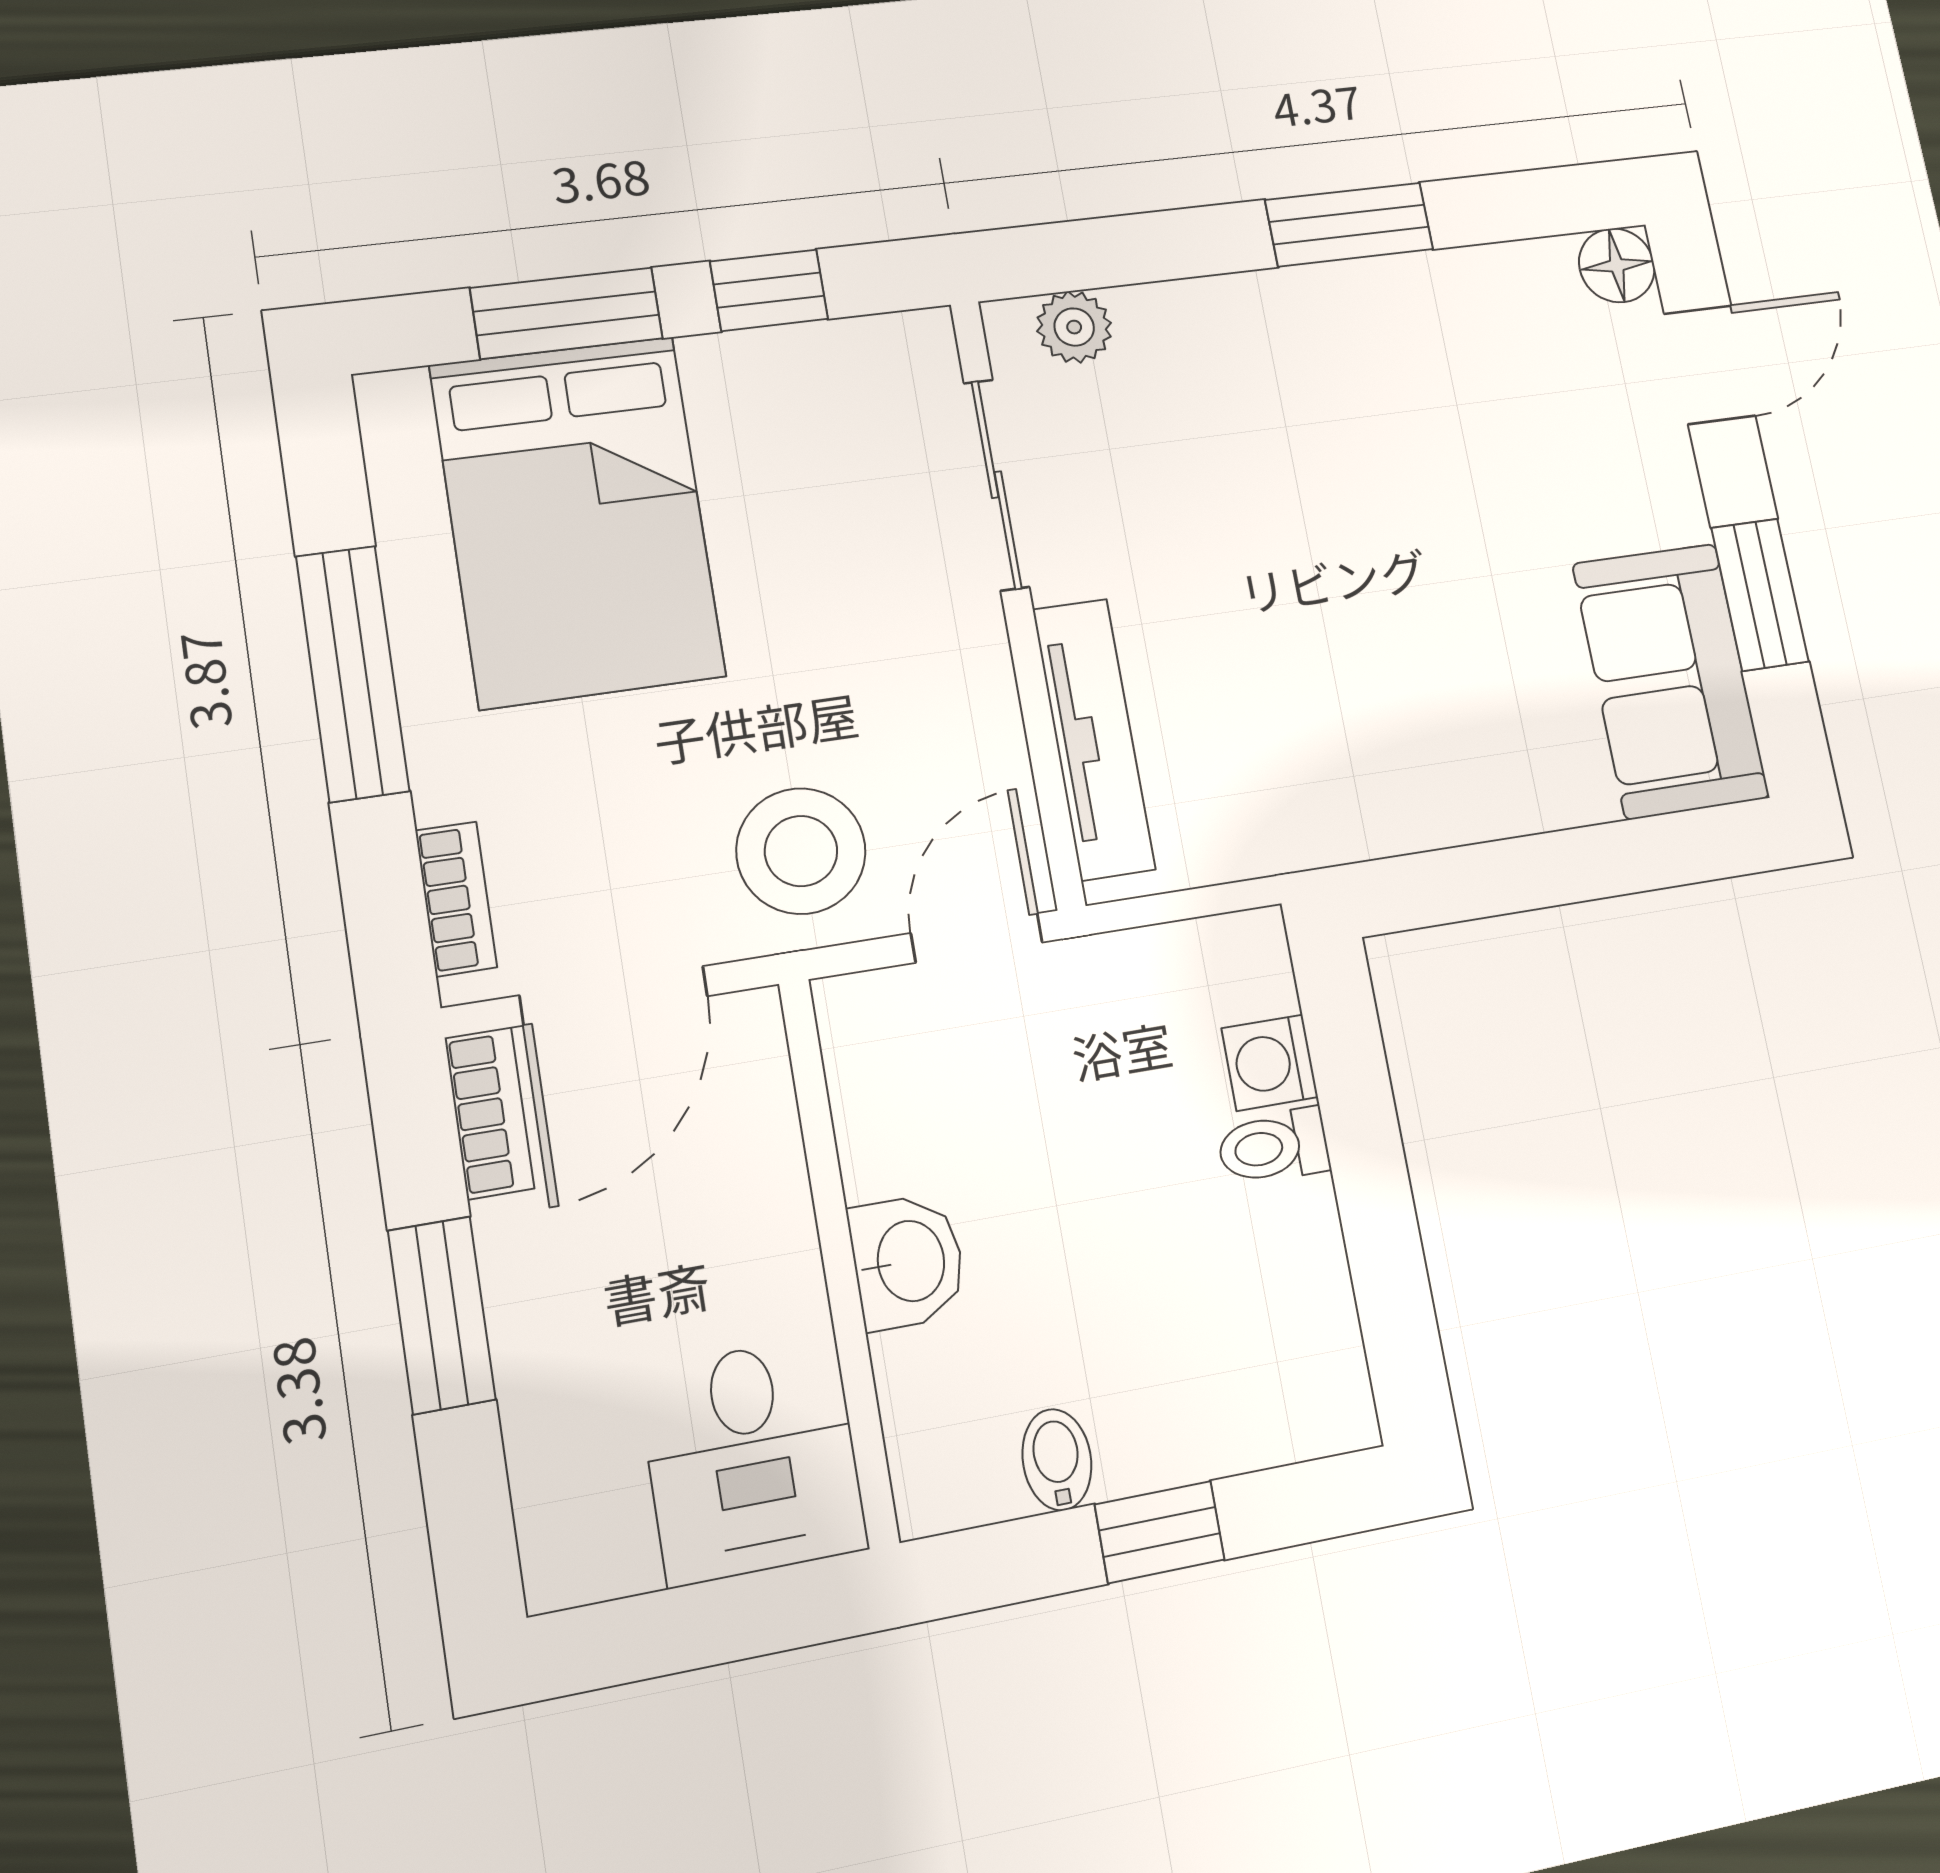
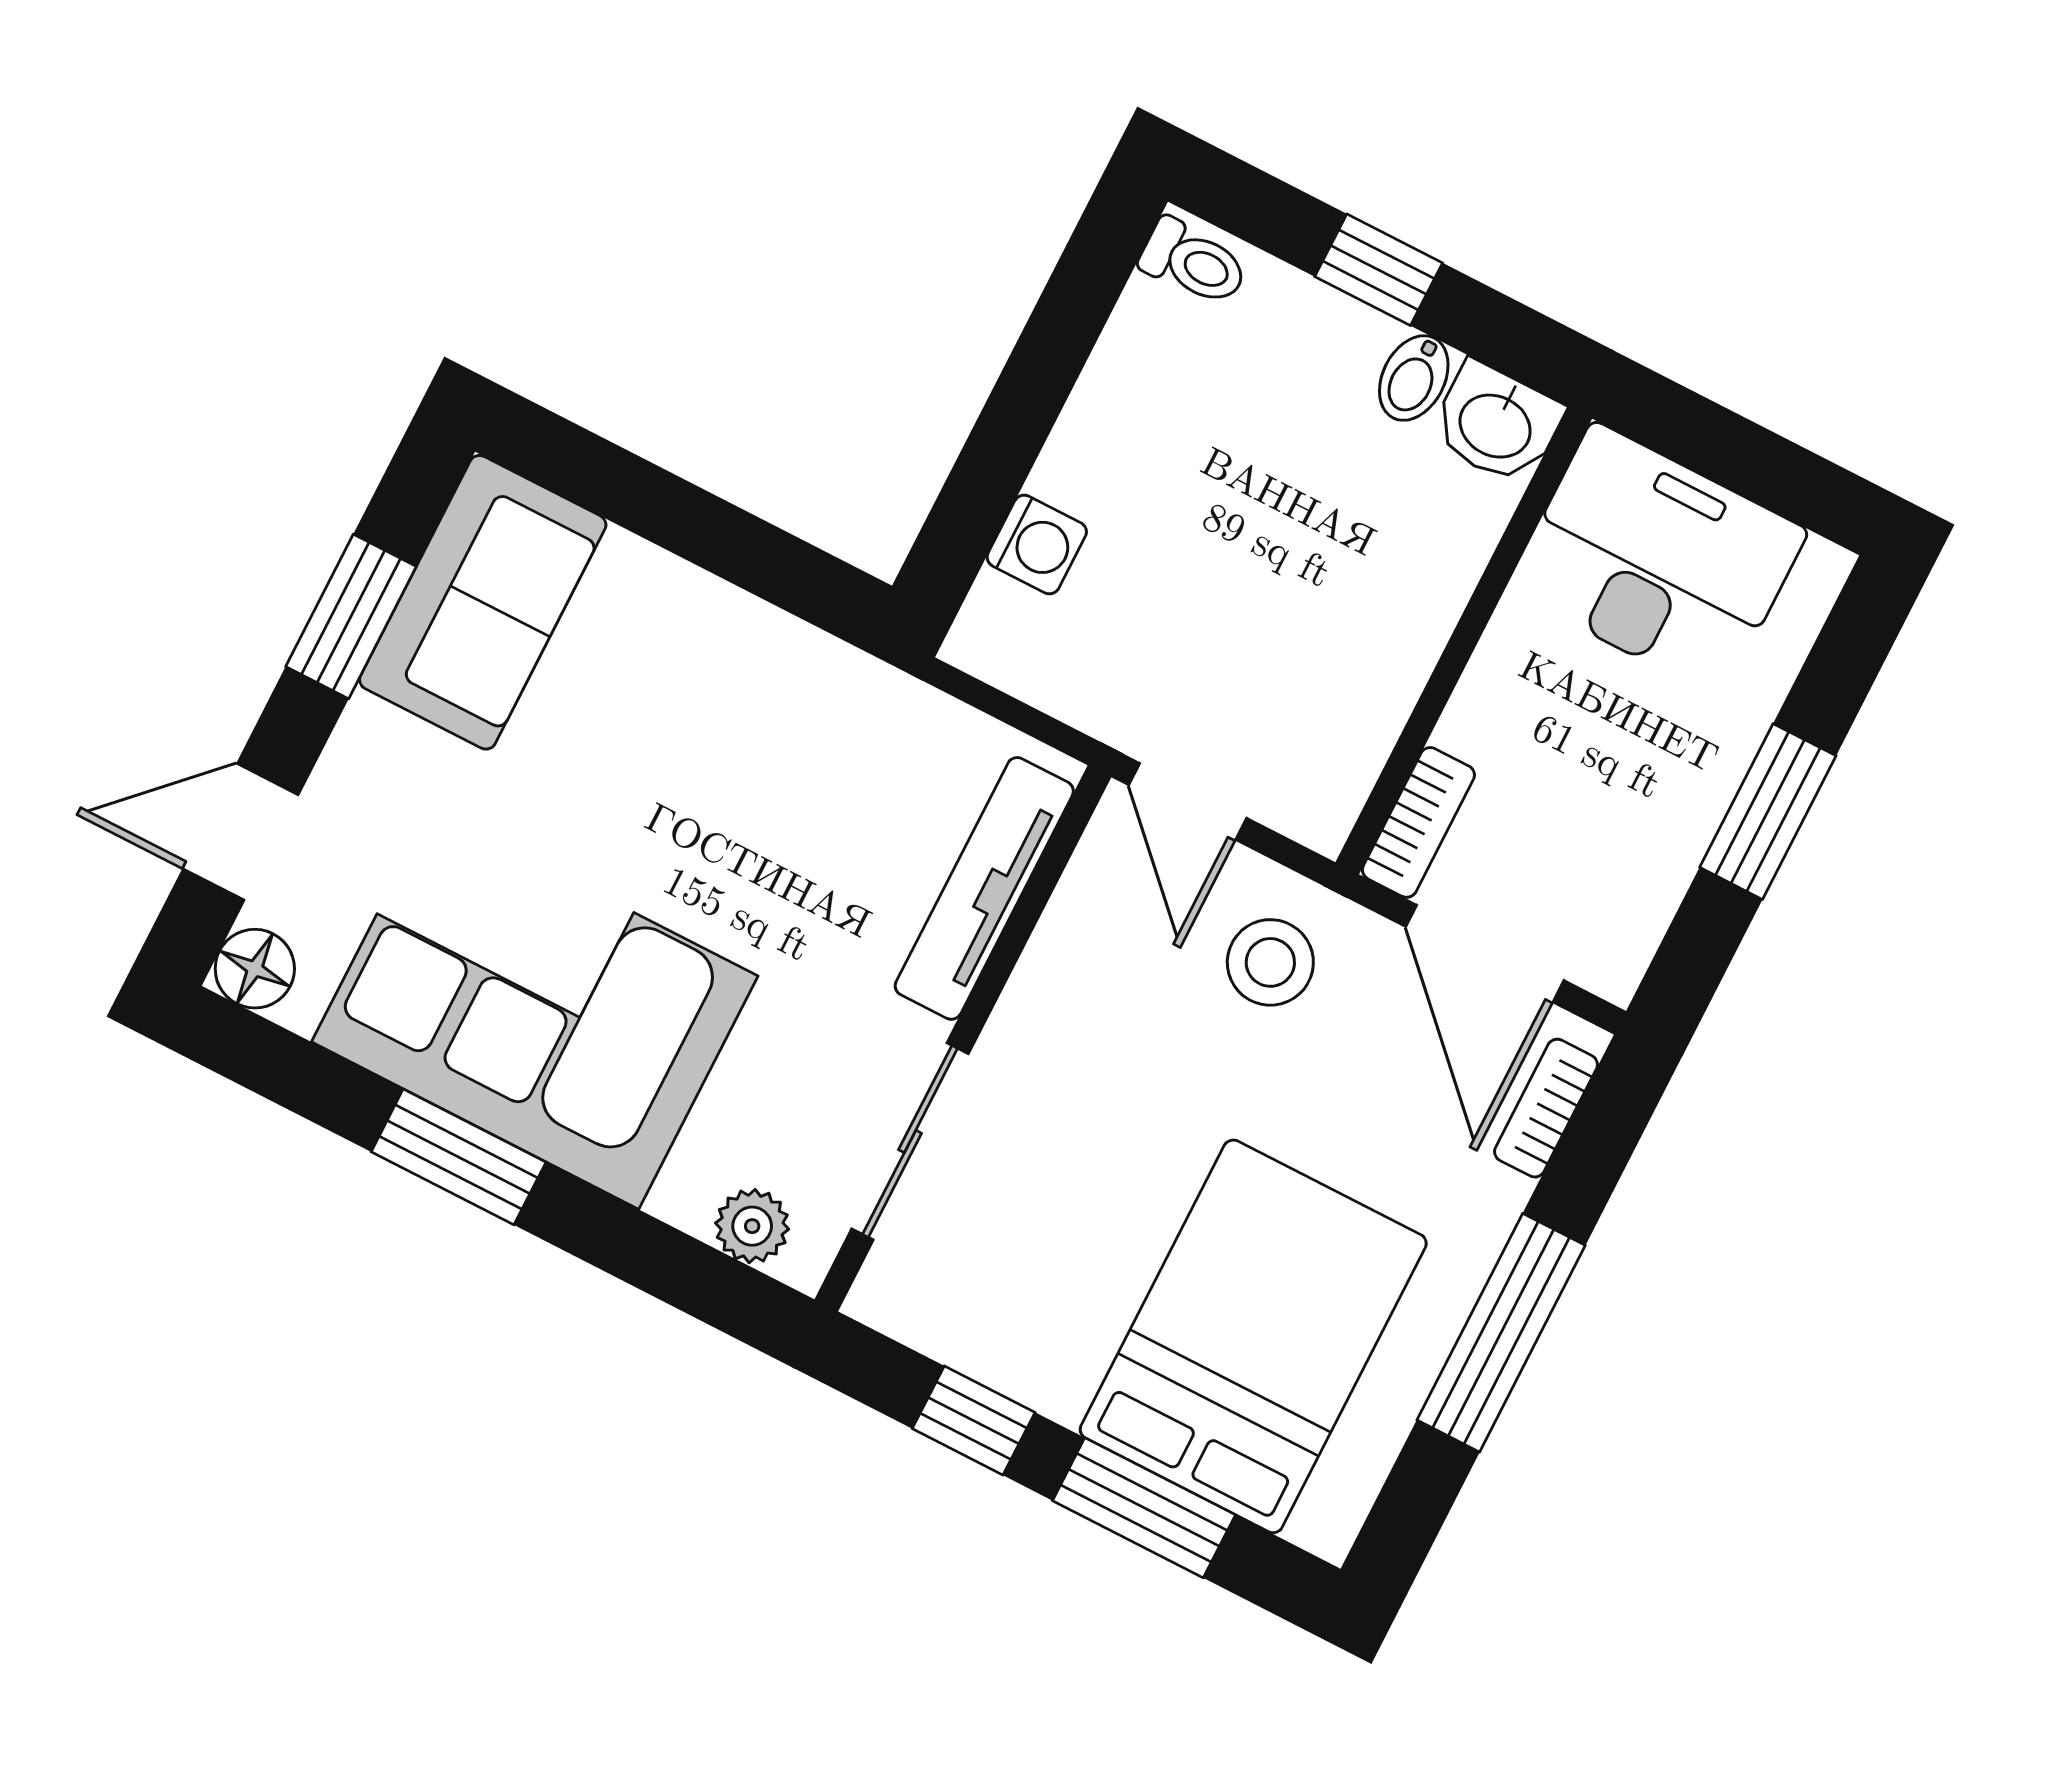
corner sofa: (1380, 383) -> (535, 1009), added
stool: (801, 851) -> (1270, 962), width x0.73, depth x0.73
door: (977, 938) -> (1188, 801), hinge flipped
door: (614, 996) -> (1485, 954), swing flipped
bookcase: (489, 1113) -> (1418, 822), moved, turned 180
toilet: (1273, 1147) -> (1194, 262), moved
washbasin: (908, 1261) -> (1496, 424), moved, turned -90
desk: (752, 1460) -> (1657, 560), width x1.37

